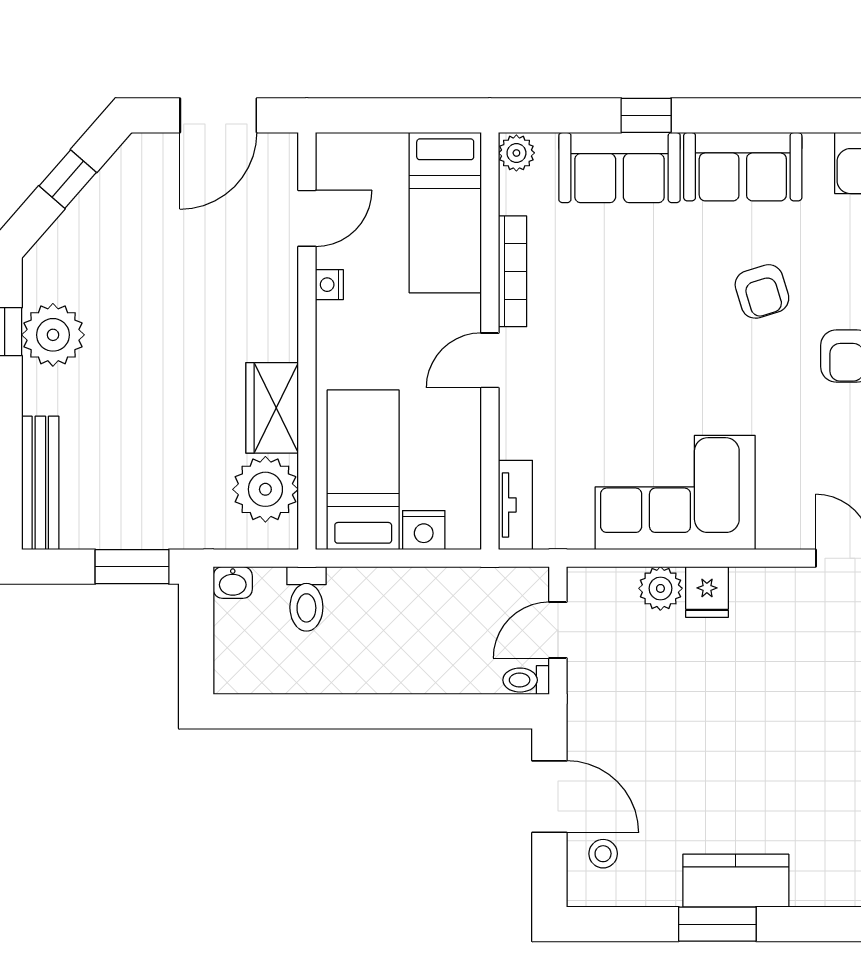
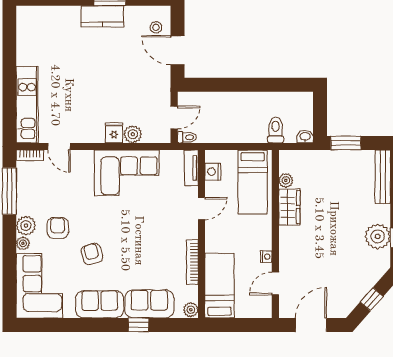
door: (490, 360) -> (202, 208), moved
plant: (265, 489) -> (286, 180), width x0.53, depth x0.53
nightstand: (424, 530) -> (213, 172), moved, turned -90
toilet: (526, 680) -> (187, 137), moved

